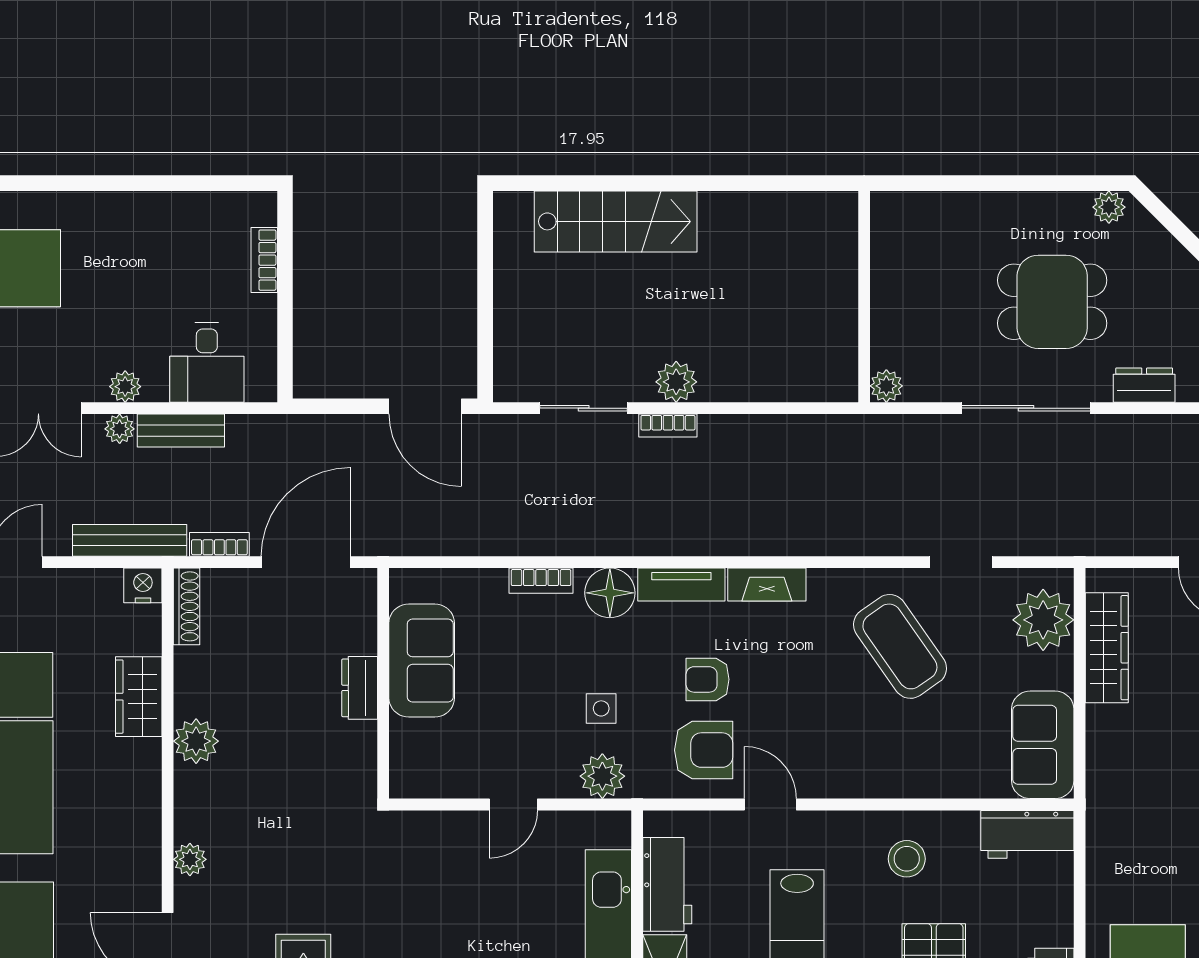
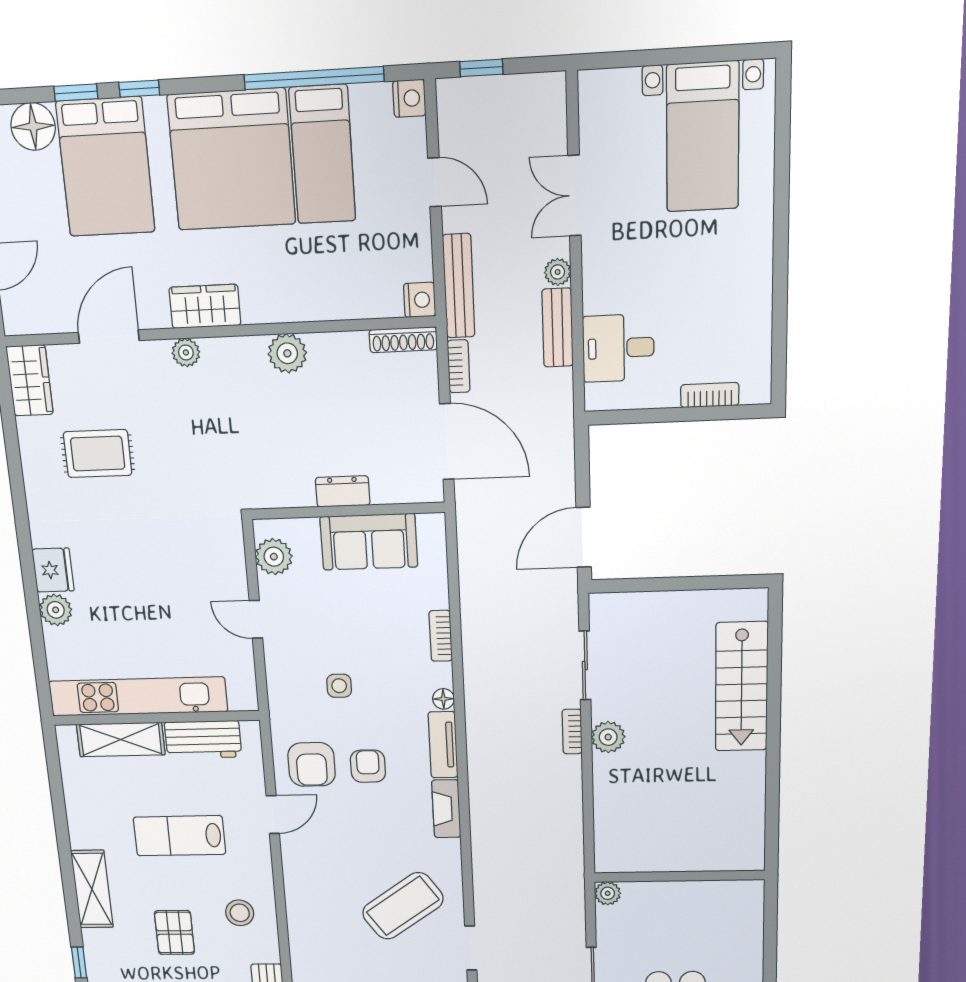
plant: (125, 387) -> (596, 275), removed
floor lamp: (610, 593) -> (443, 699), width x0.53, depth x0.53
wardrobe: (139, 697) -> (205, 306), moved
plant: (602, 776) -> (274, 557), moved

